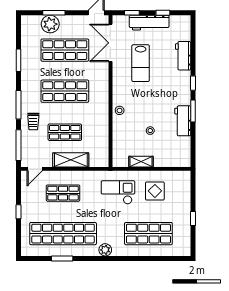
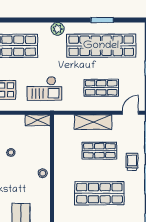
shelving: (141, 162) -> (38, 120), moved

